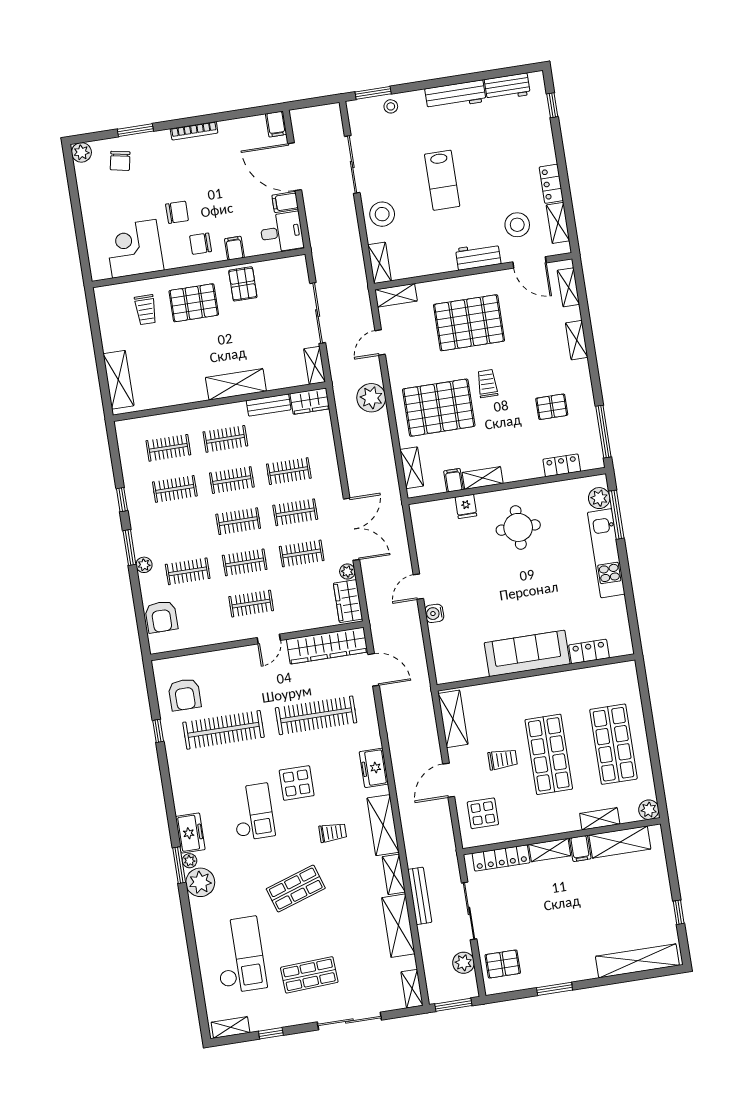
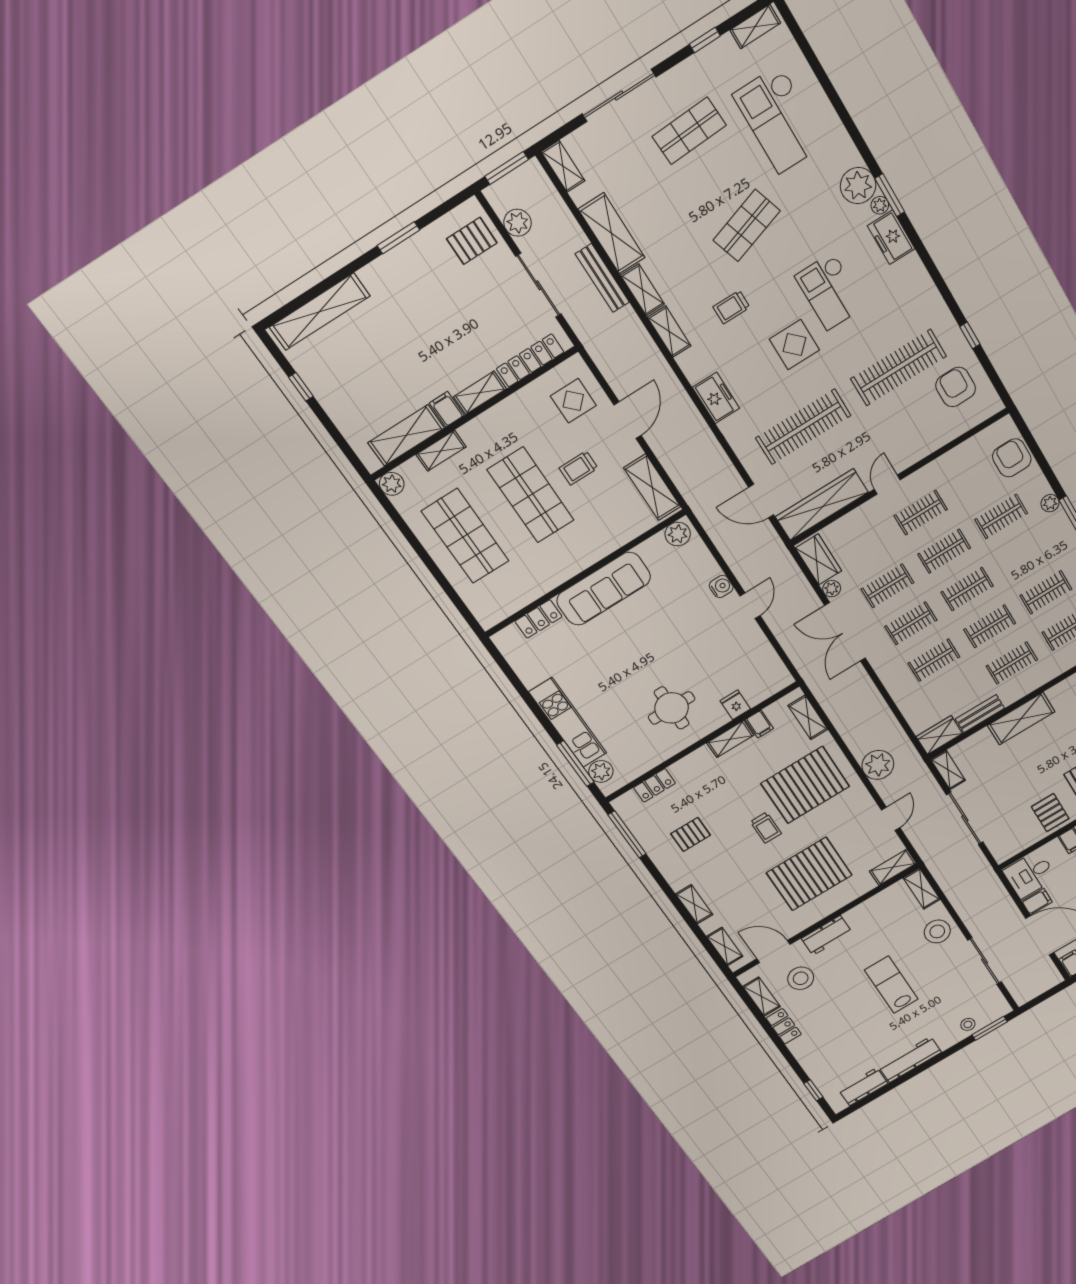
plant: (450, 672) -> (678, 534), added
shelving: (383, 825) -> (669, 332), width x0.67, depth x0.75

